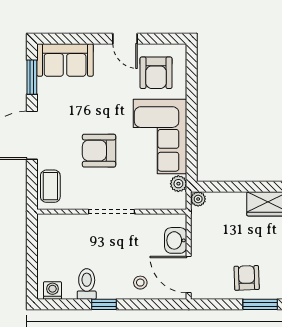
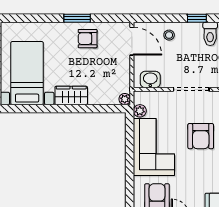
armchair: (99, 151) -> (201, 136), turned 90
washbasin: (176, 240) -> (150, 80), moved, turned -90
armchair: (247, 278) -> (88, 39), turned 92

